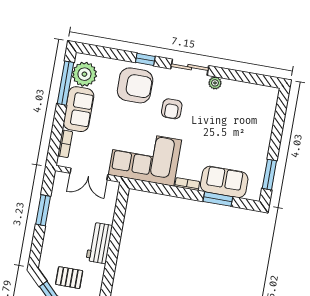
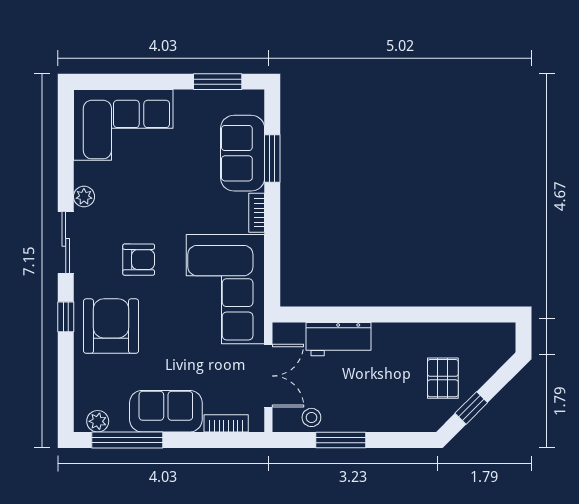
plant: (84, 74) -> (98, 421), width x0.53, depth x0.53
corner sofa: (254, 114) -> (123, 125), added
stool: (60, 195) -> (311, 417), added
workbench: (99, 243) -> (338, 339), moved

